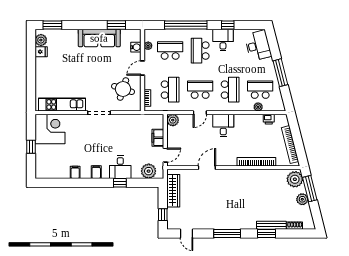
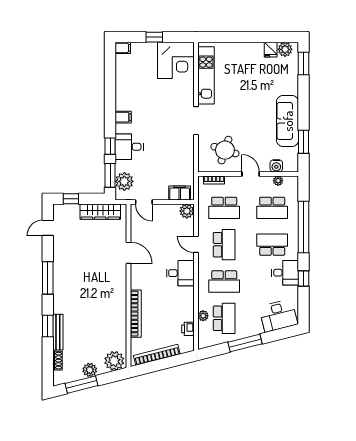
school desk: (170, 51) -> (272, 208), turned 90
filing cabinet: (158, 138) -> (180, 193), moved
filing cabinet: (75, 172) -> (123, 48), moved
window: (144, 183) -> (110, 175), added
window: (310, 189) -> (82, 385), moved

